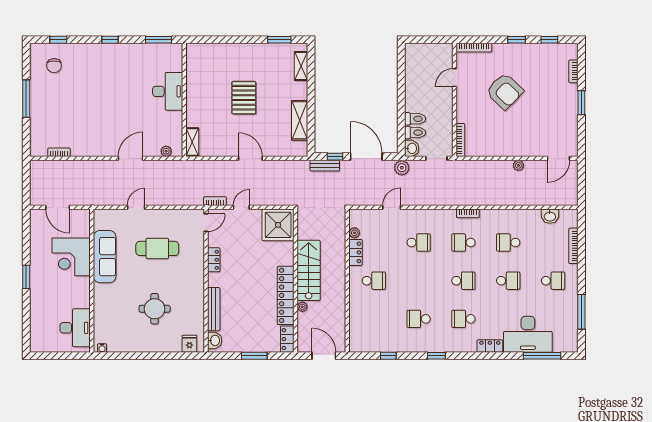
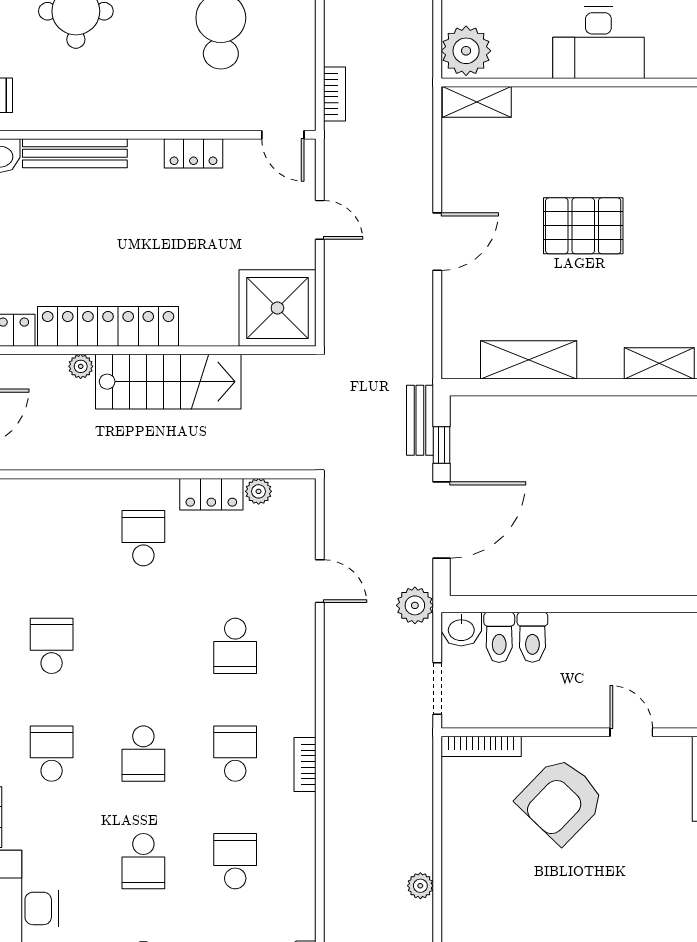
armchair: (505, 91) -> (561, 800), moved
plant: (166, 151) -> (466, 51), width x1.88, depth x1.88
bookcase: (215, 201) -> (334, 94), moved
school desk: (374, 281) -> (143, 538), turned 180

